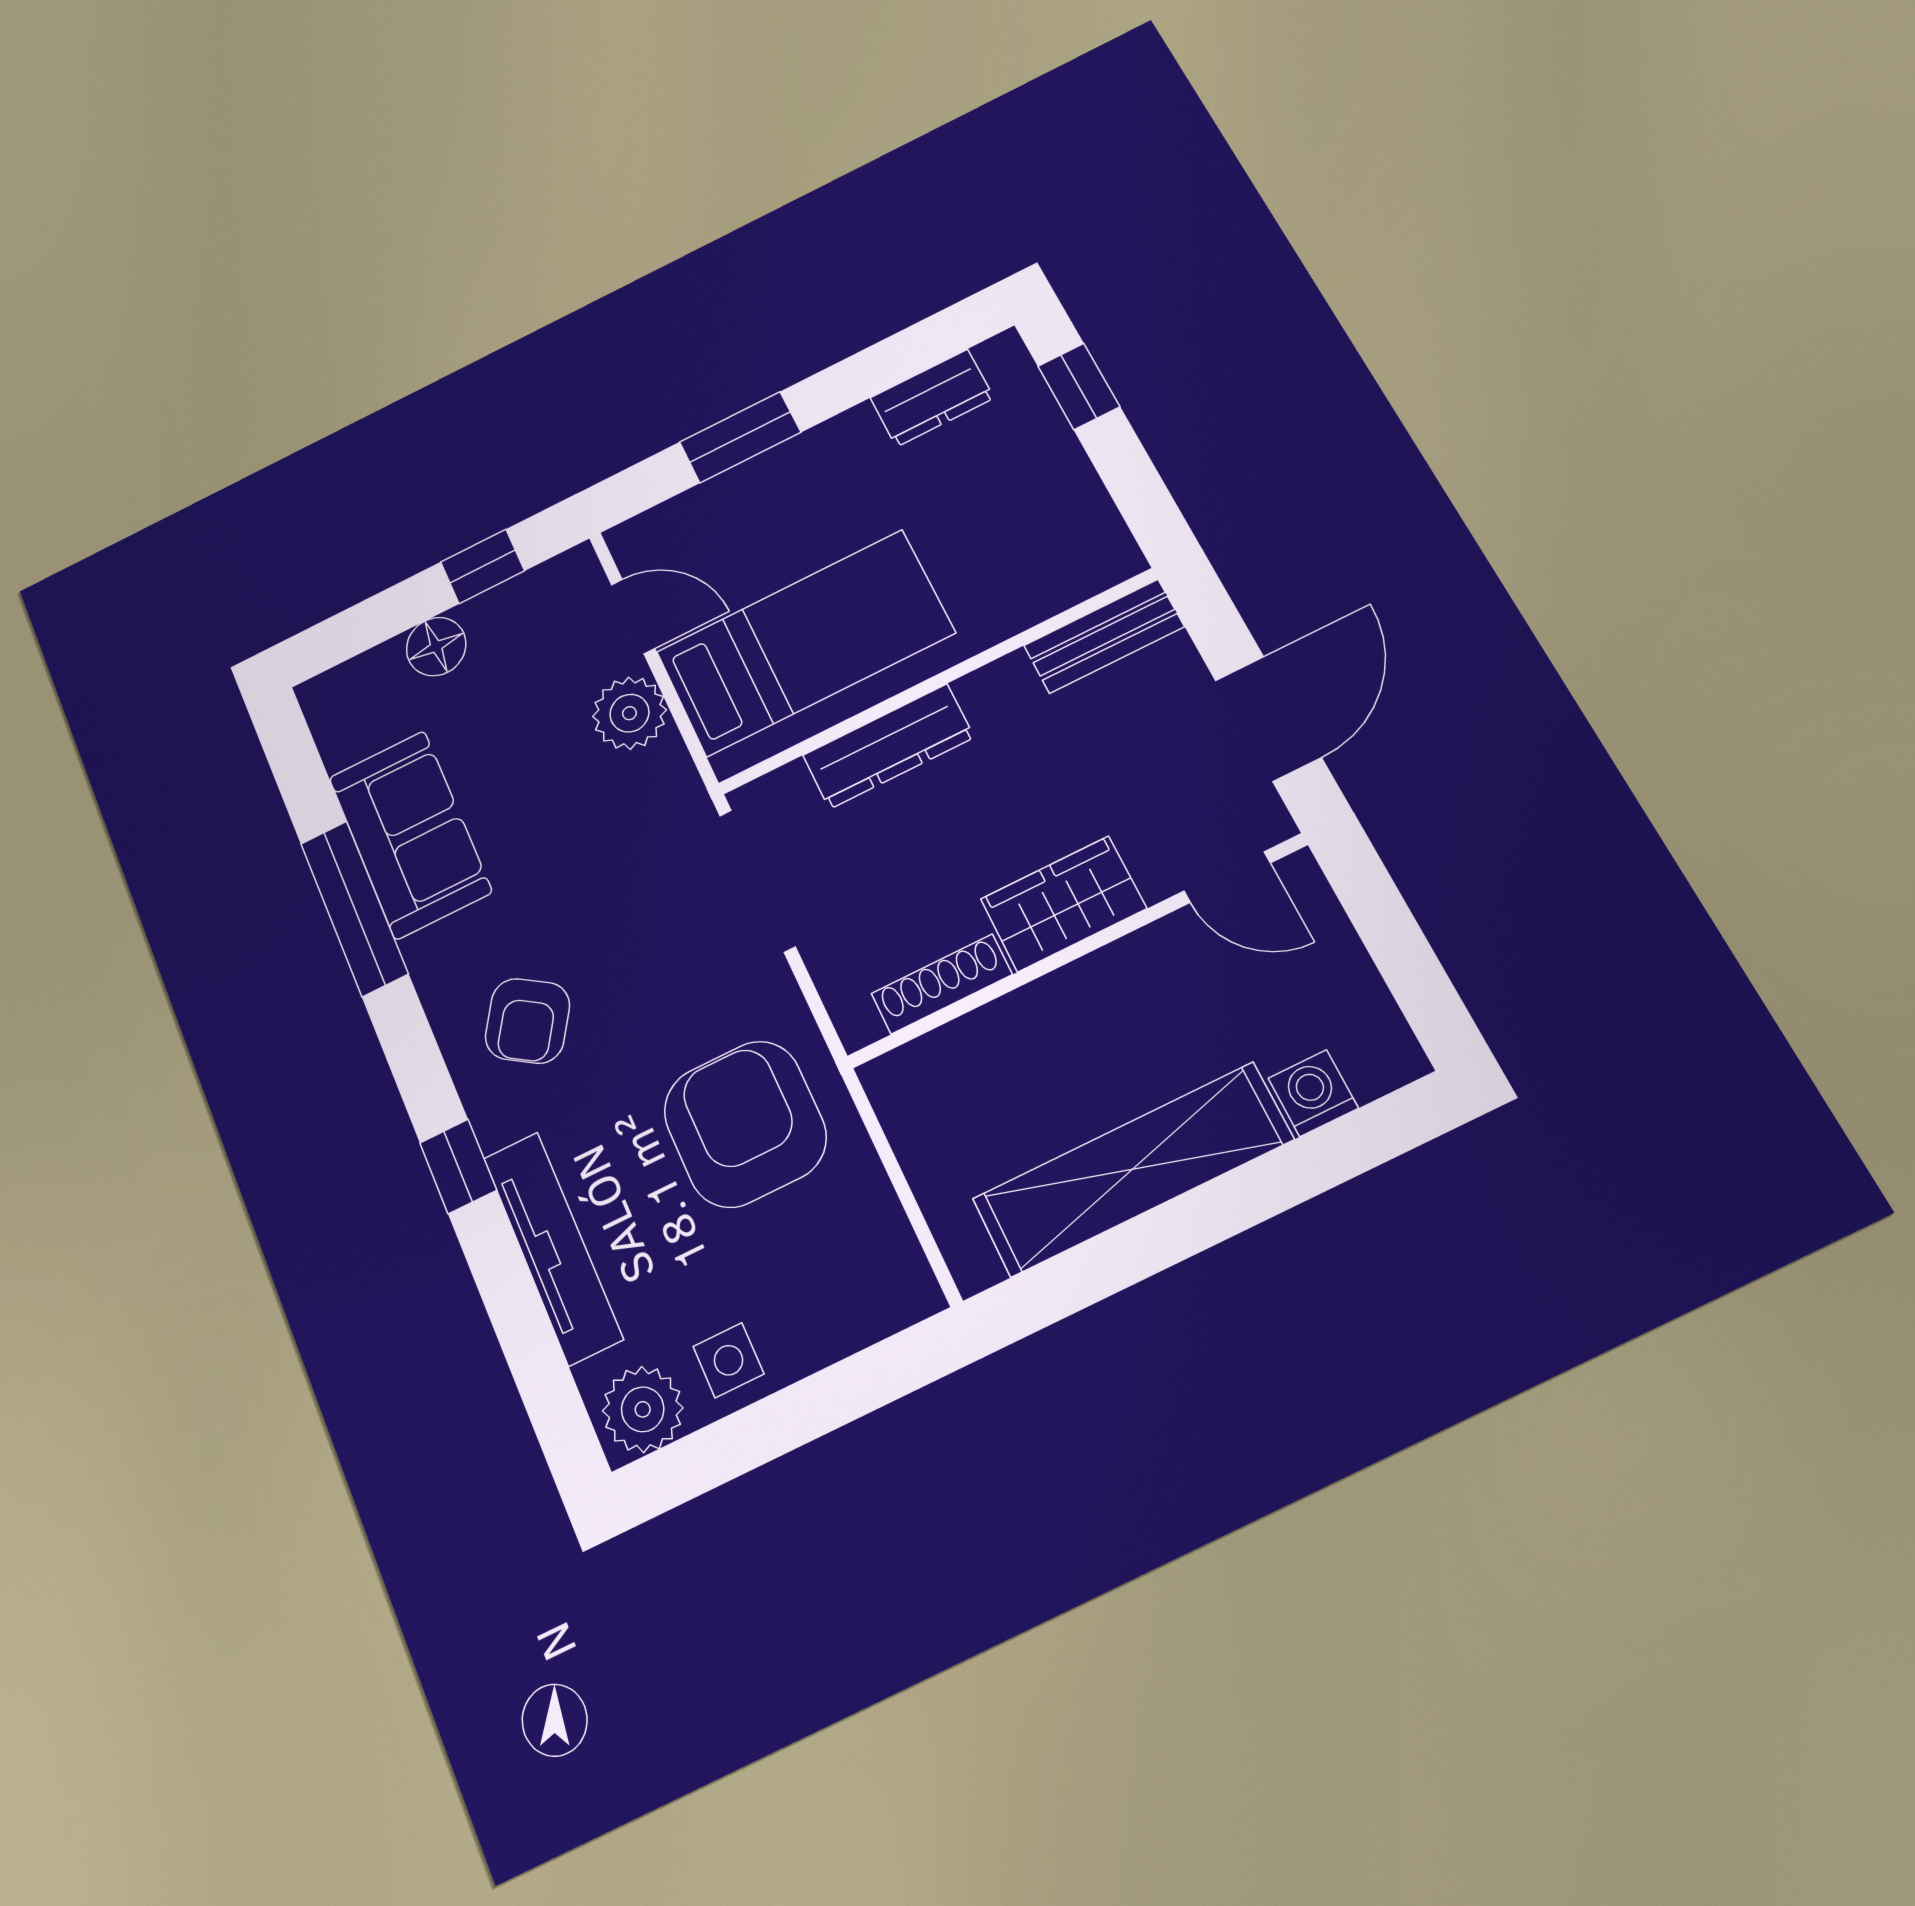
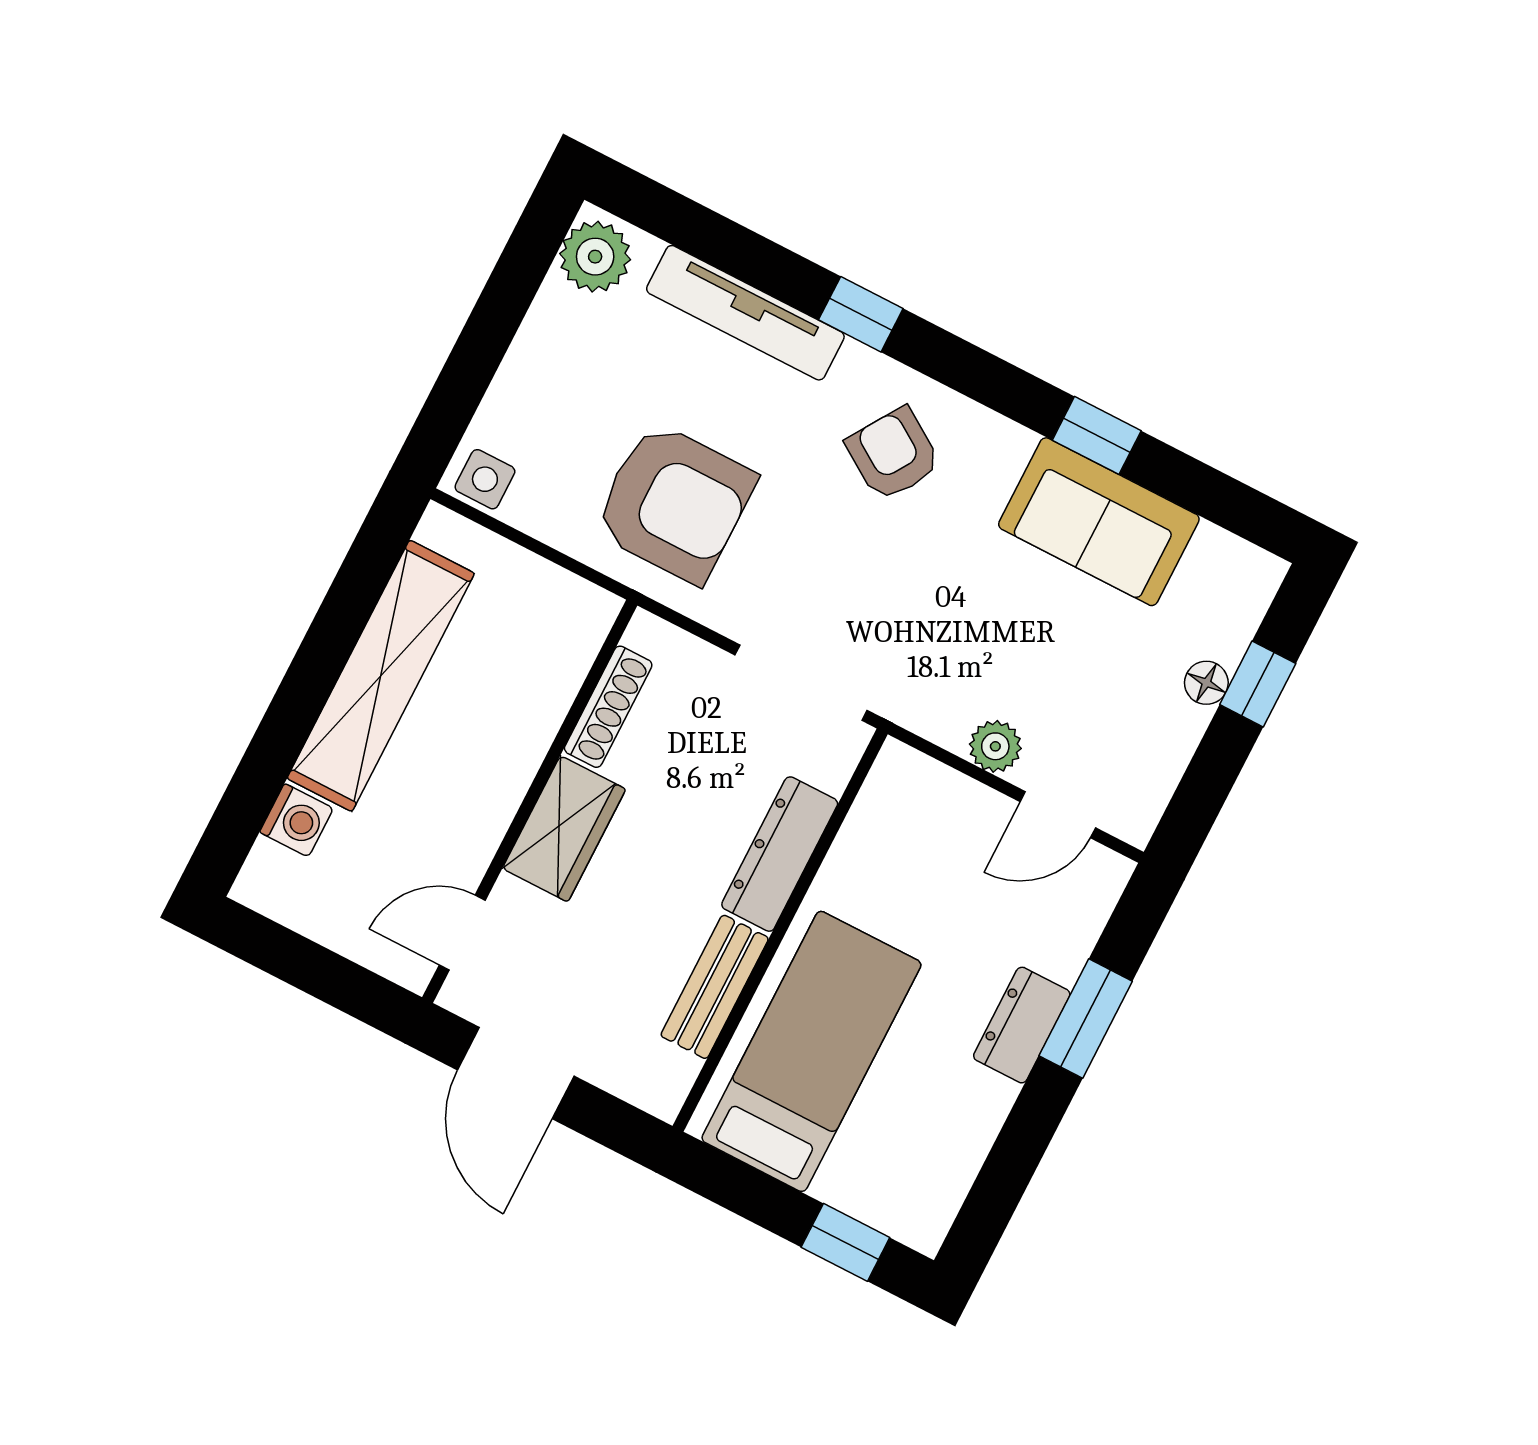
dresser: (932, 398) -> (1022, 1025), moved
window: (482, 566) -> (1258, 684), moved
bench: (1104, 636) -> (715, 987), moved
bed: (805, 643) -> (811, 1051), moved, turned 180
floor lamp: (436, 647) -> (1206, 683), width x0.73, depth x0.73
plant: (629, 713) -> (995, 746), width x0.73, depth x0.73
window: (354, 908) -> (1097, 435), width x0.46
side table: (729, 1360) -> (485, 479), moved

